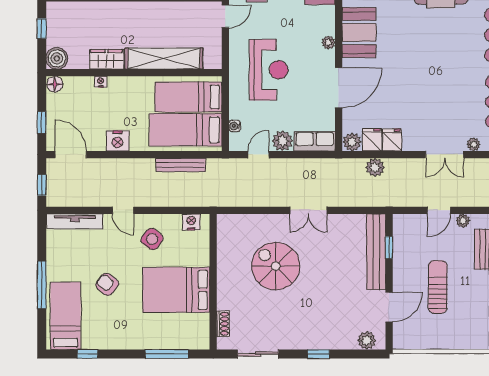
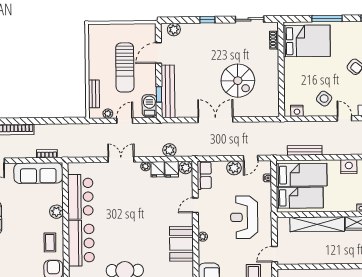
door: (339, 88) -> (195, 205), width x0.53
row of seats: (315, 141) -> (204, 175), moved, turned -90
plant: (474, 144) -> (146, 166), moved
double door: (308, 210) -> (215, 120), width x1.37
barbecue: (403, 231) -> (149, 106), added
sun lounger: (438, 287) -> (125, 67), width x1.36, depth x1.34
bed: (176, 290) -> (307, 41), moved
window: (167, 354) -> (327, 19), moved

